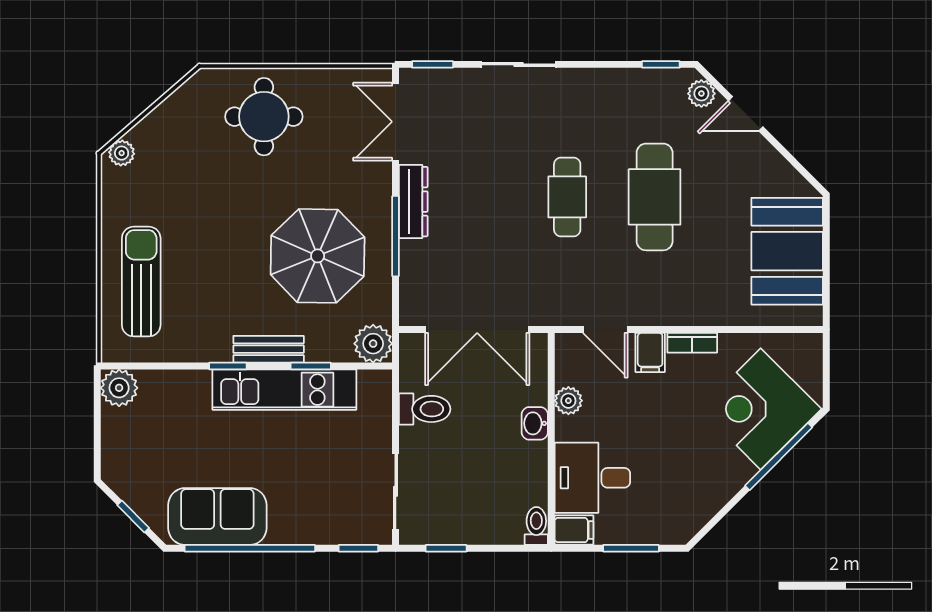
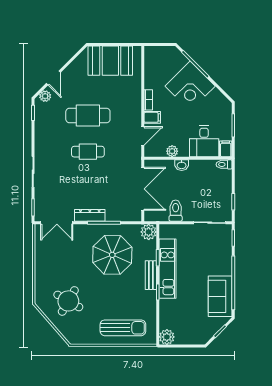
round table: (264, 117) -> (68, 301), moved, turned 30
plant: (122, 153) -> (70, 336), removed
sun lounger: (141, 282) -> (123, 328), turned 180
corner desk: (761, 409) -> (190, 86), moved

